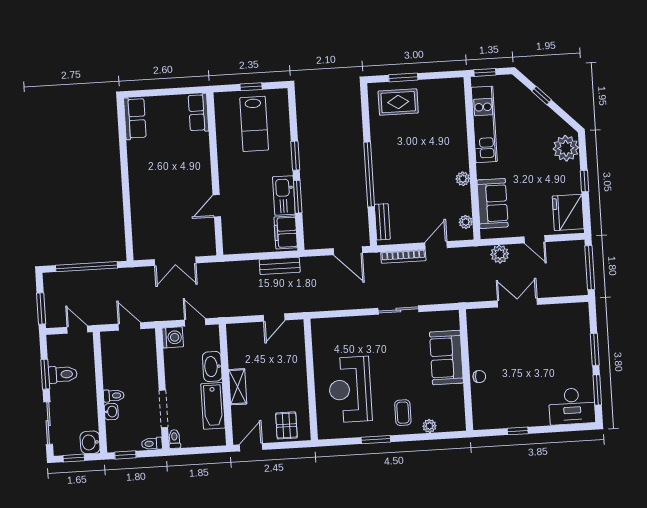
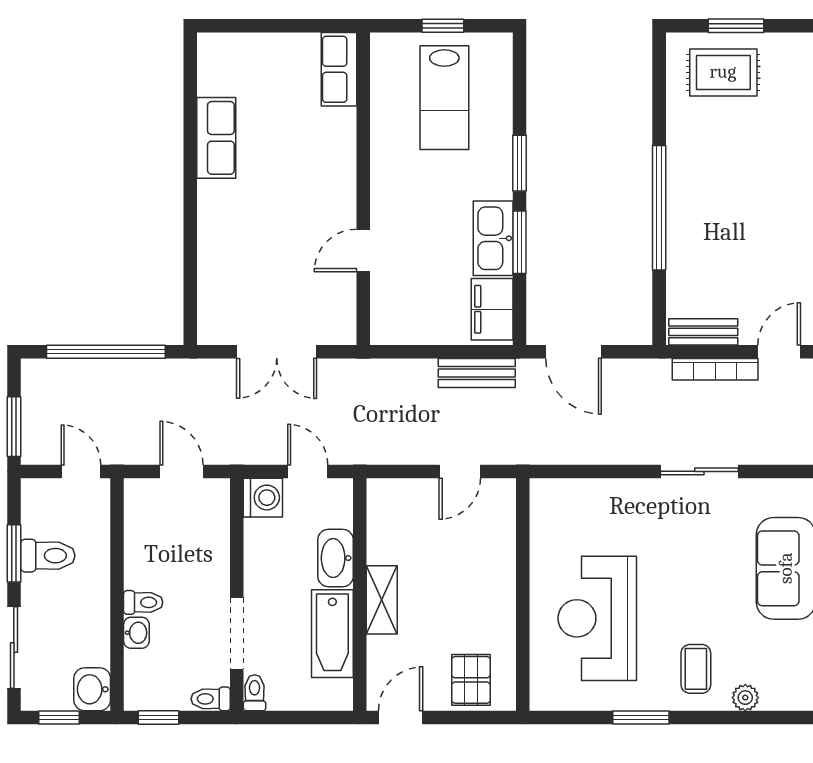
row of seats: (135, 118) -> (216, 138), moved
bench: (382, 222) -> (703, 332), moved, turned 90
door: (348, 251) -> (574, 352), moved

